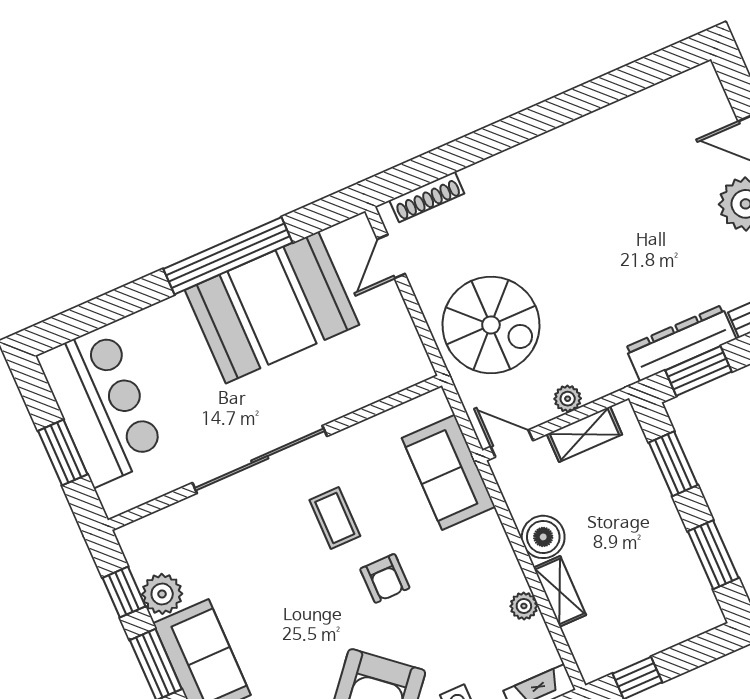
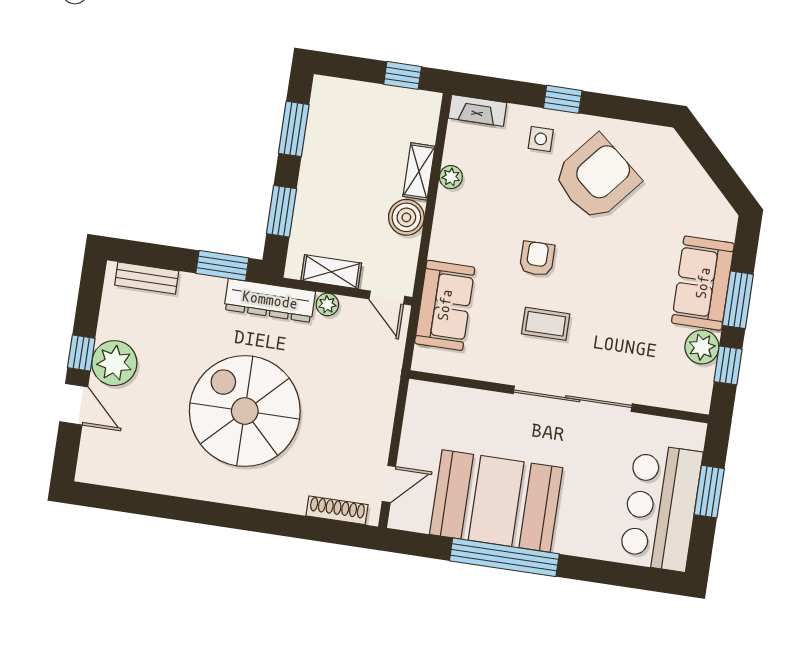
spiral stairs: (491, 325) -> (245, 411), moved, width x1.37, depth x1.37
dresser: (681, 343) -> (270, 300), moved
coffee table: (335, 518) -> (546, 324), turned 90

